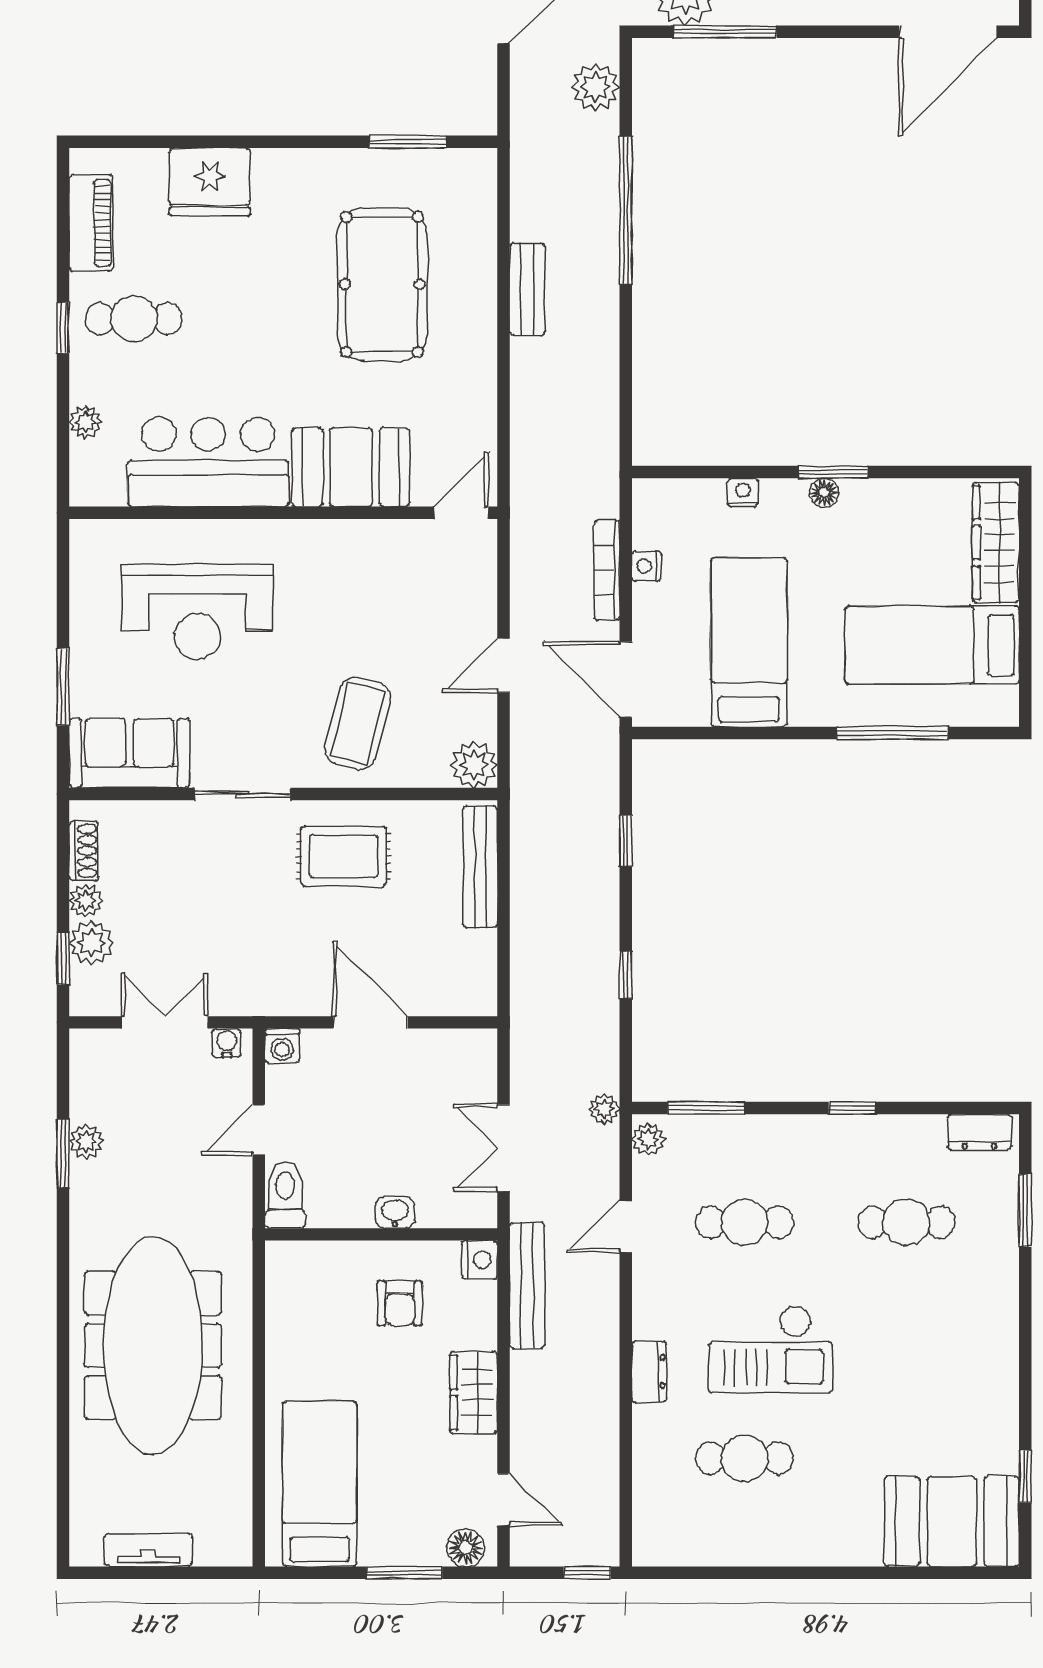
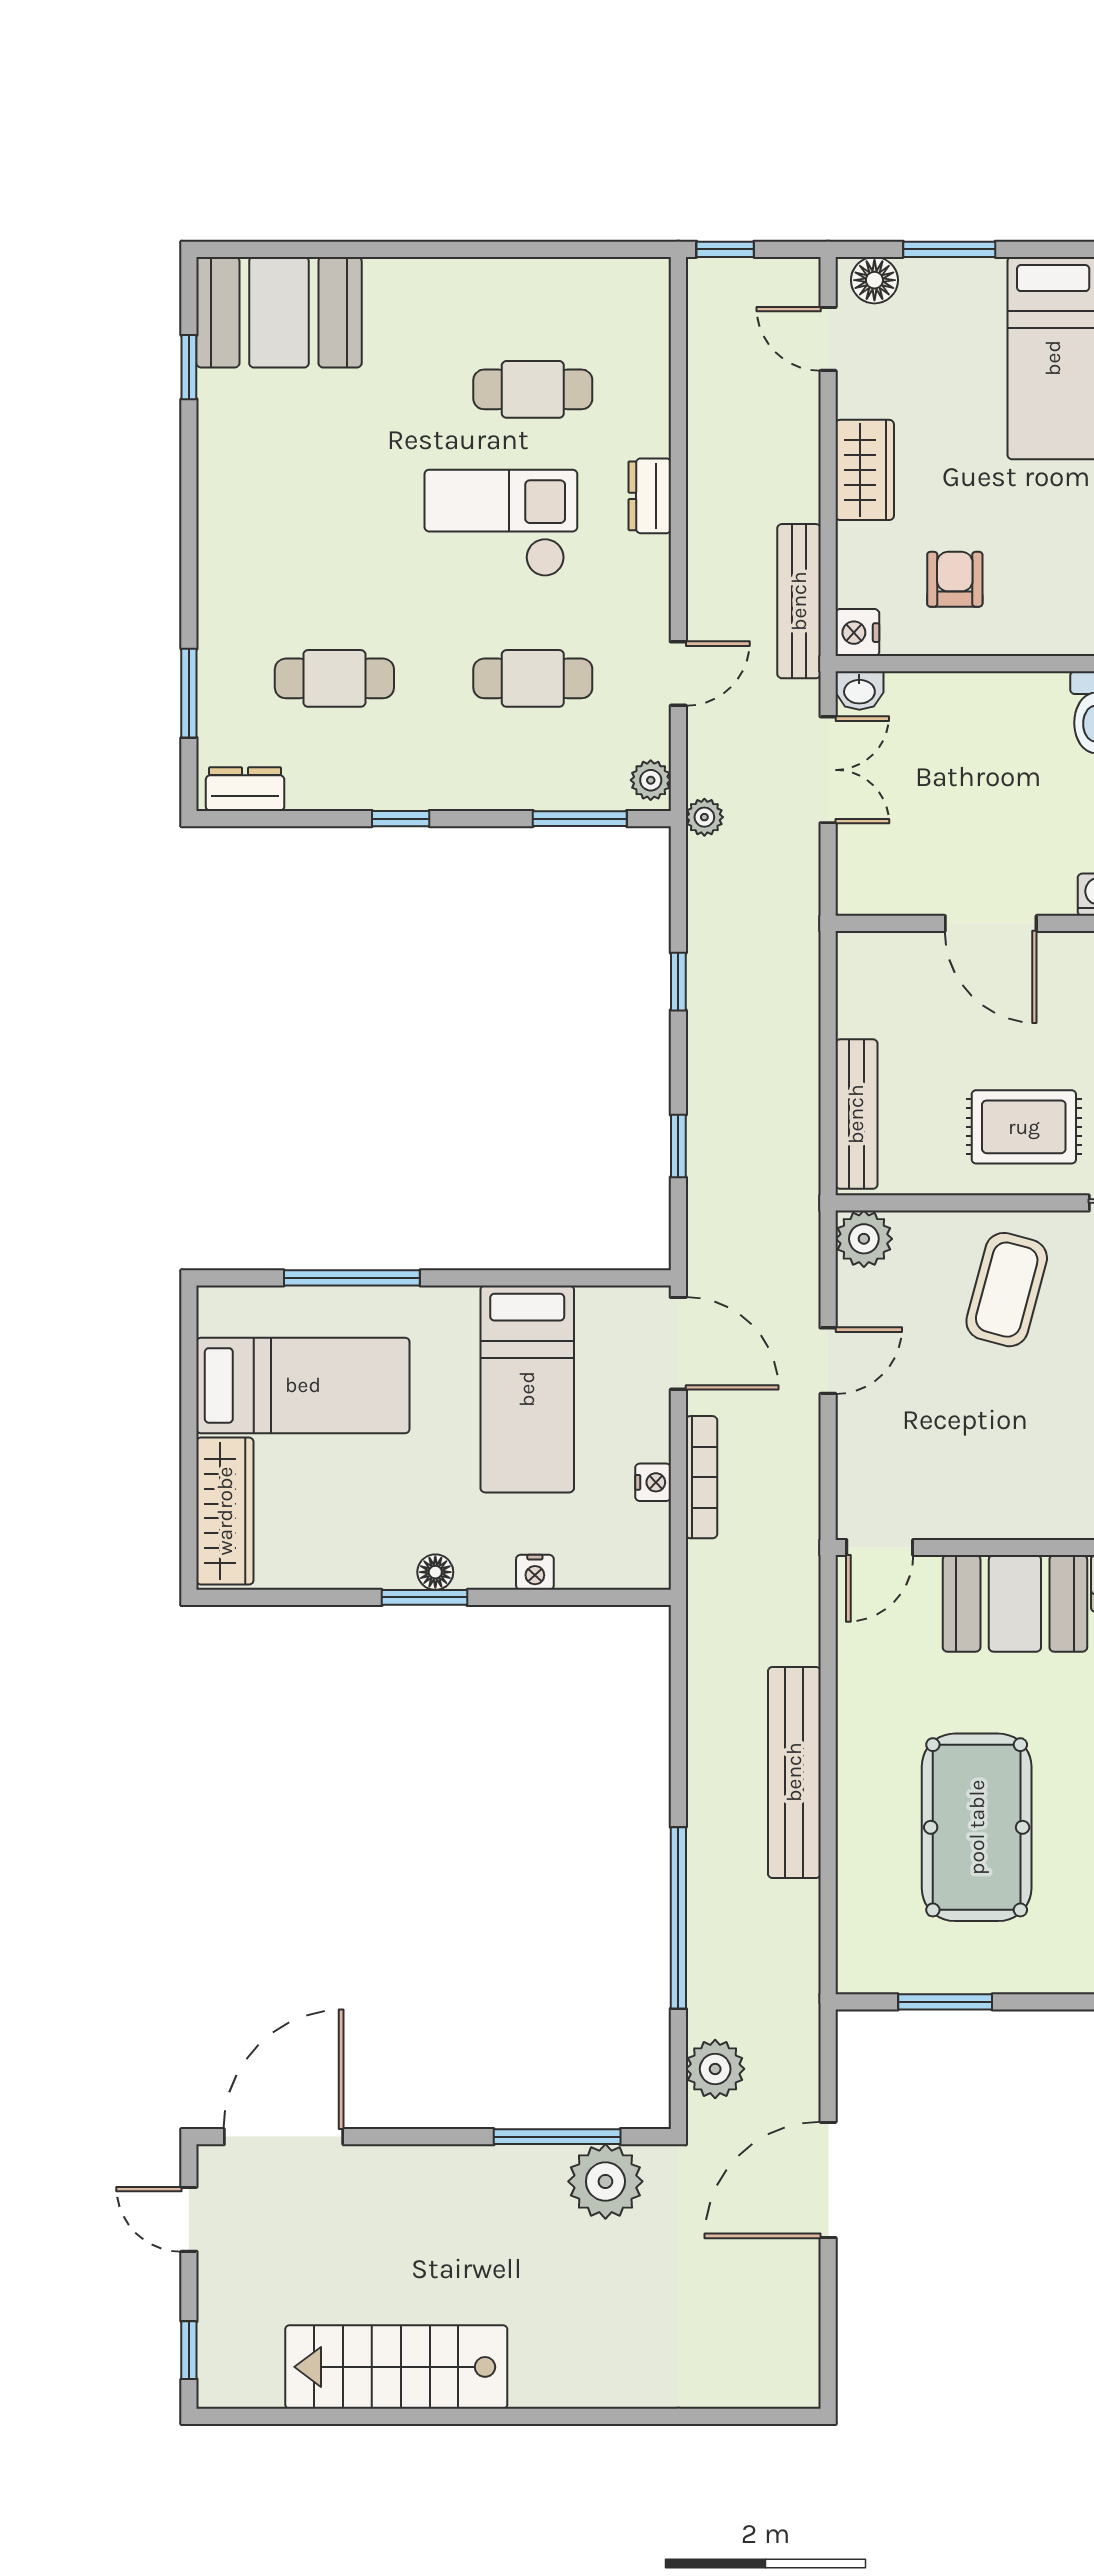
bench: (527, 289) -> (794, 1772), width x1.86, depth x1.21
washbasin: (395, 1212) -> (859, 691), moved

